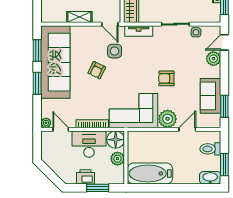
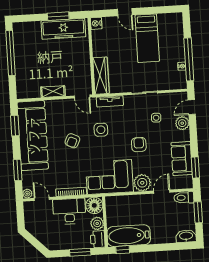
side table: (196, 32) -> (156, 118), moved
side table: (115, 51) -> (101, 130), moved
armchair: (166, 78) -> (139, 145), turned 90
window: (37, 83) -> (18, 170), moved
toilet: (210, 149) -> (184, 198), moved
window: (224, 165) -> (198, 212), moved
printer: (86, 177) -> (98, 239), moved, turned -90
window: (143, 188) -> (123, 250), added

